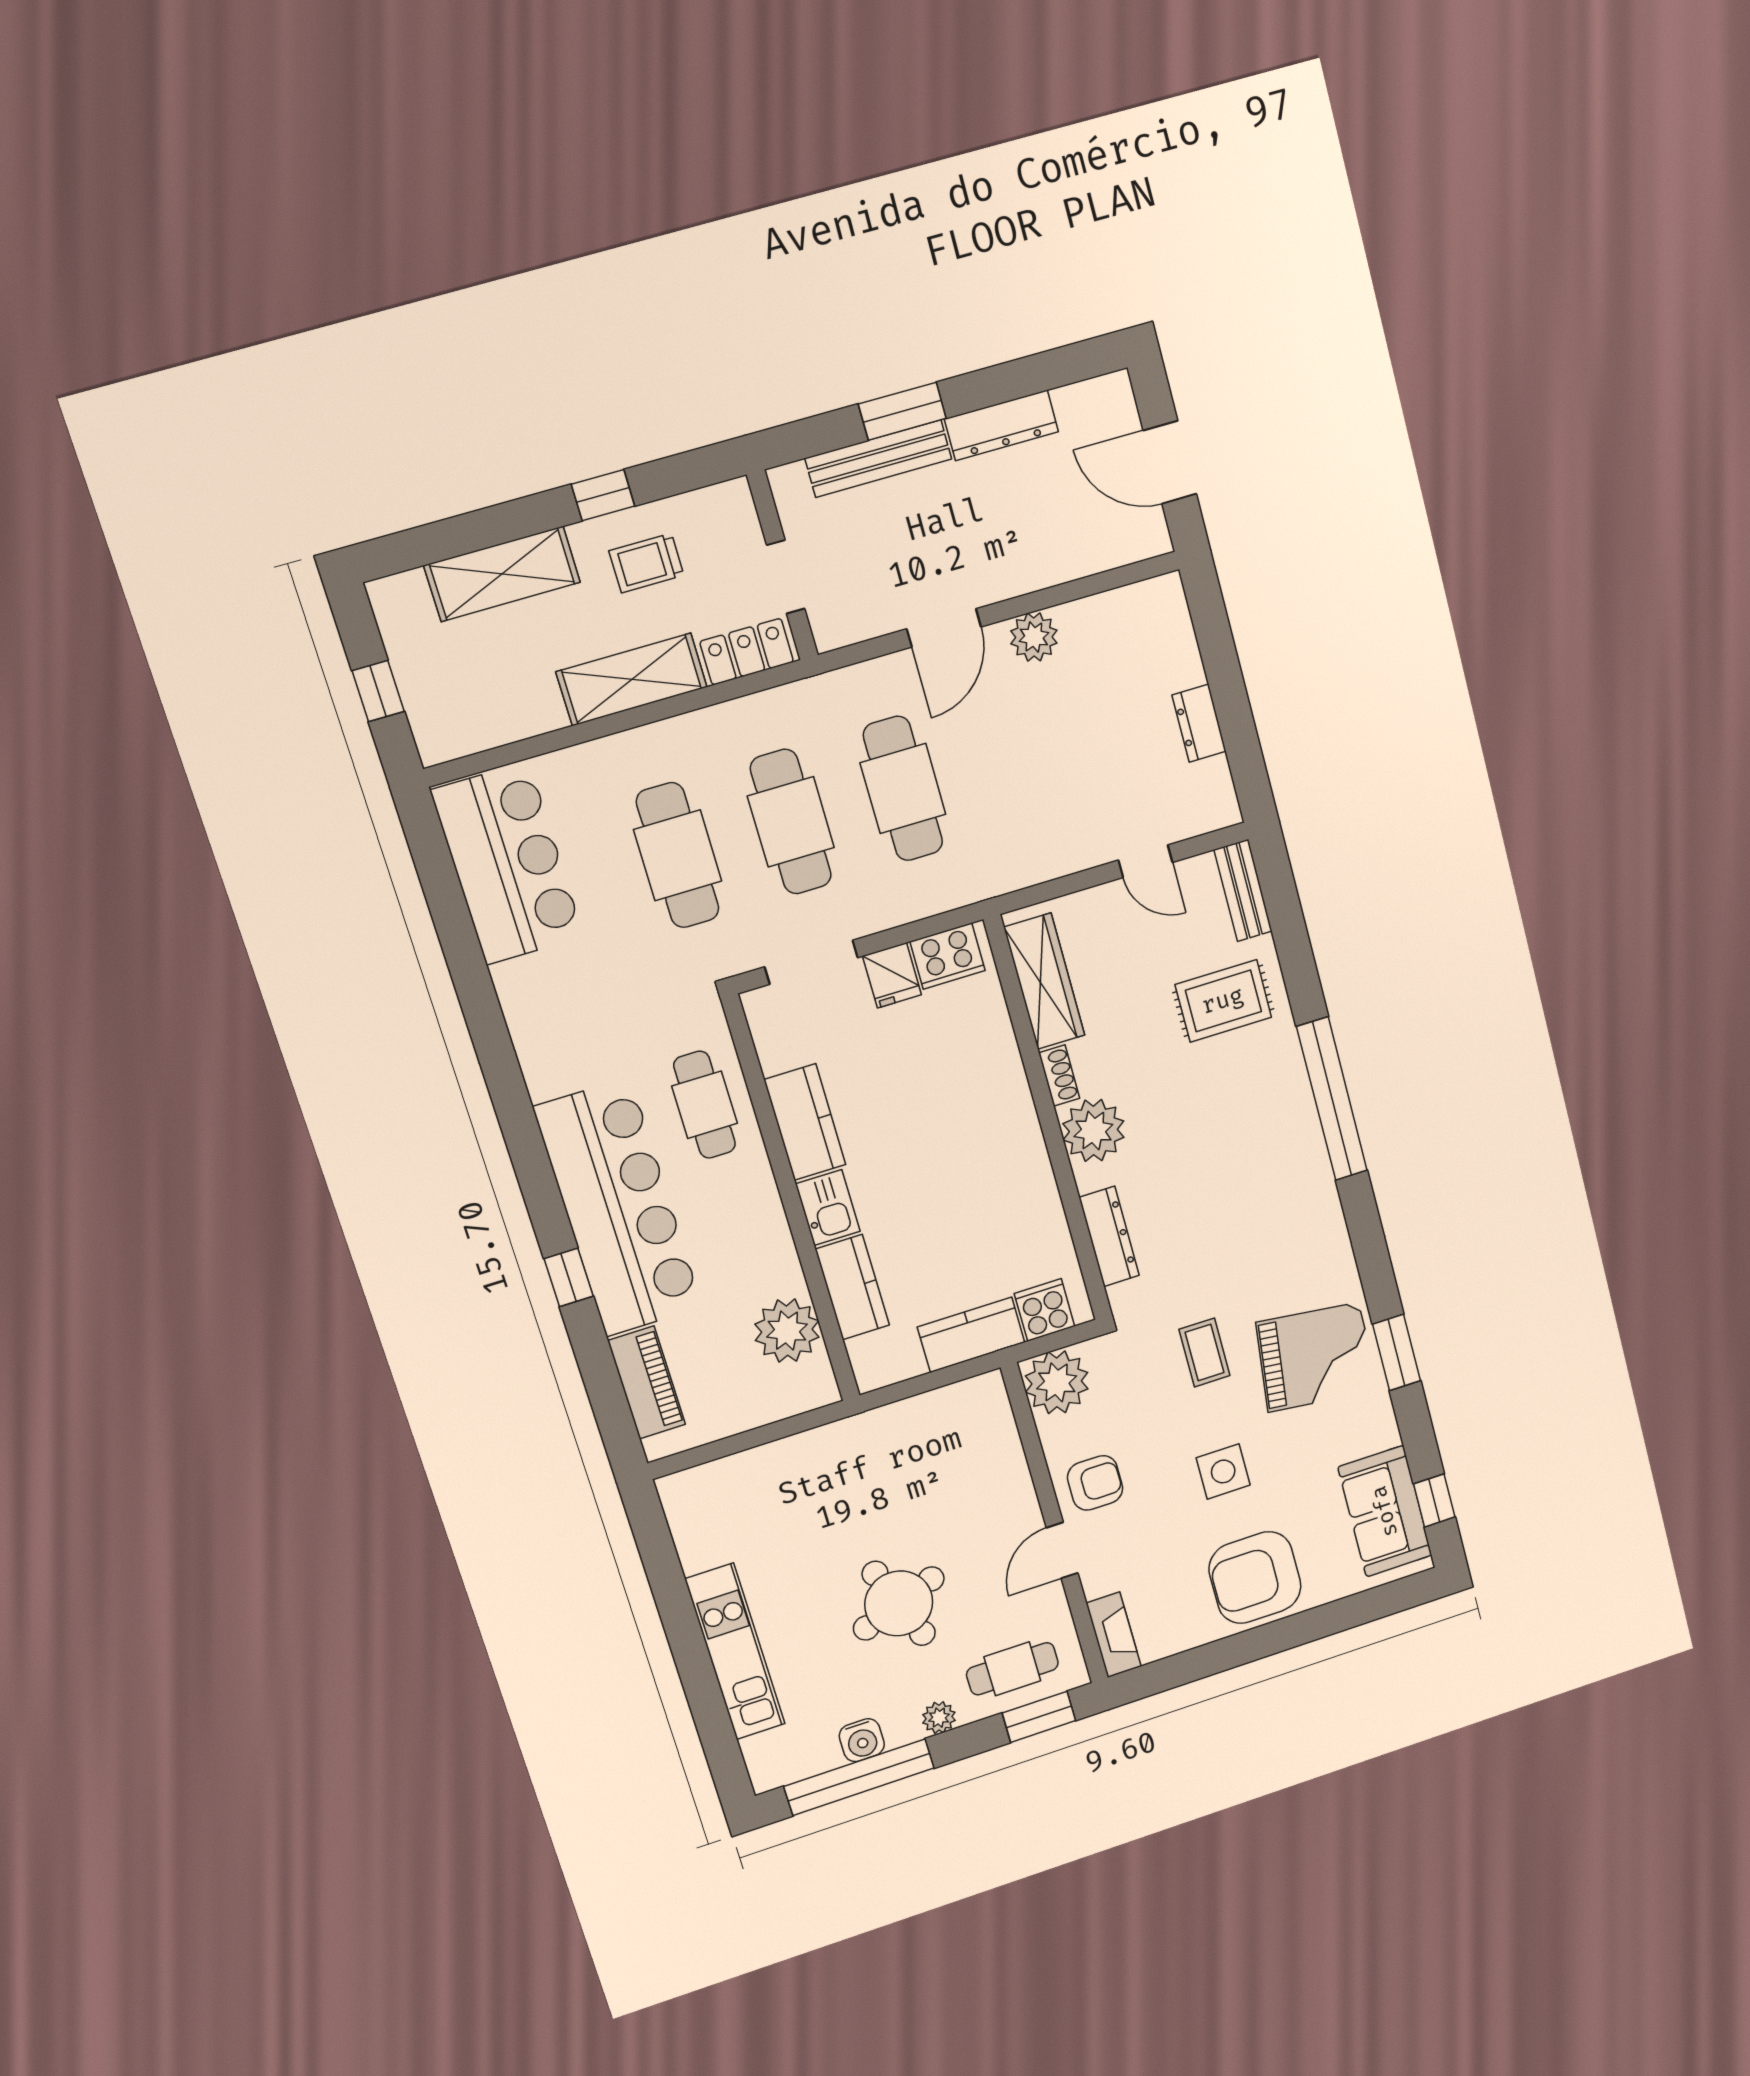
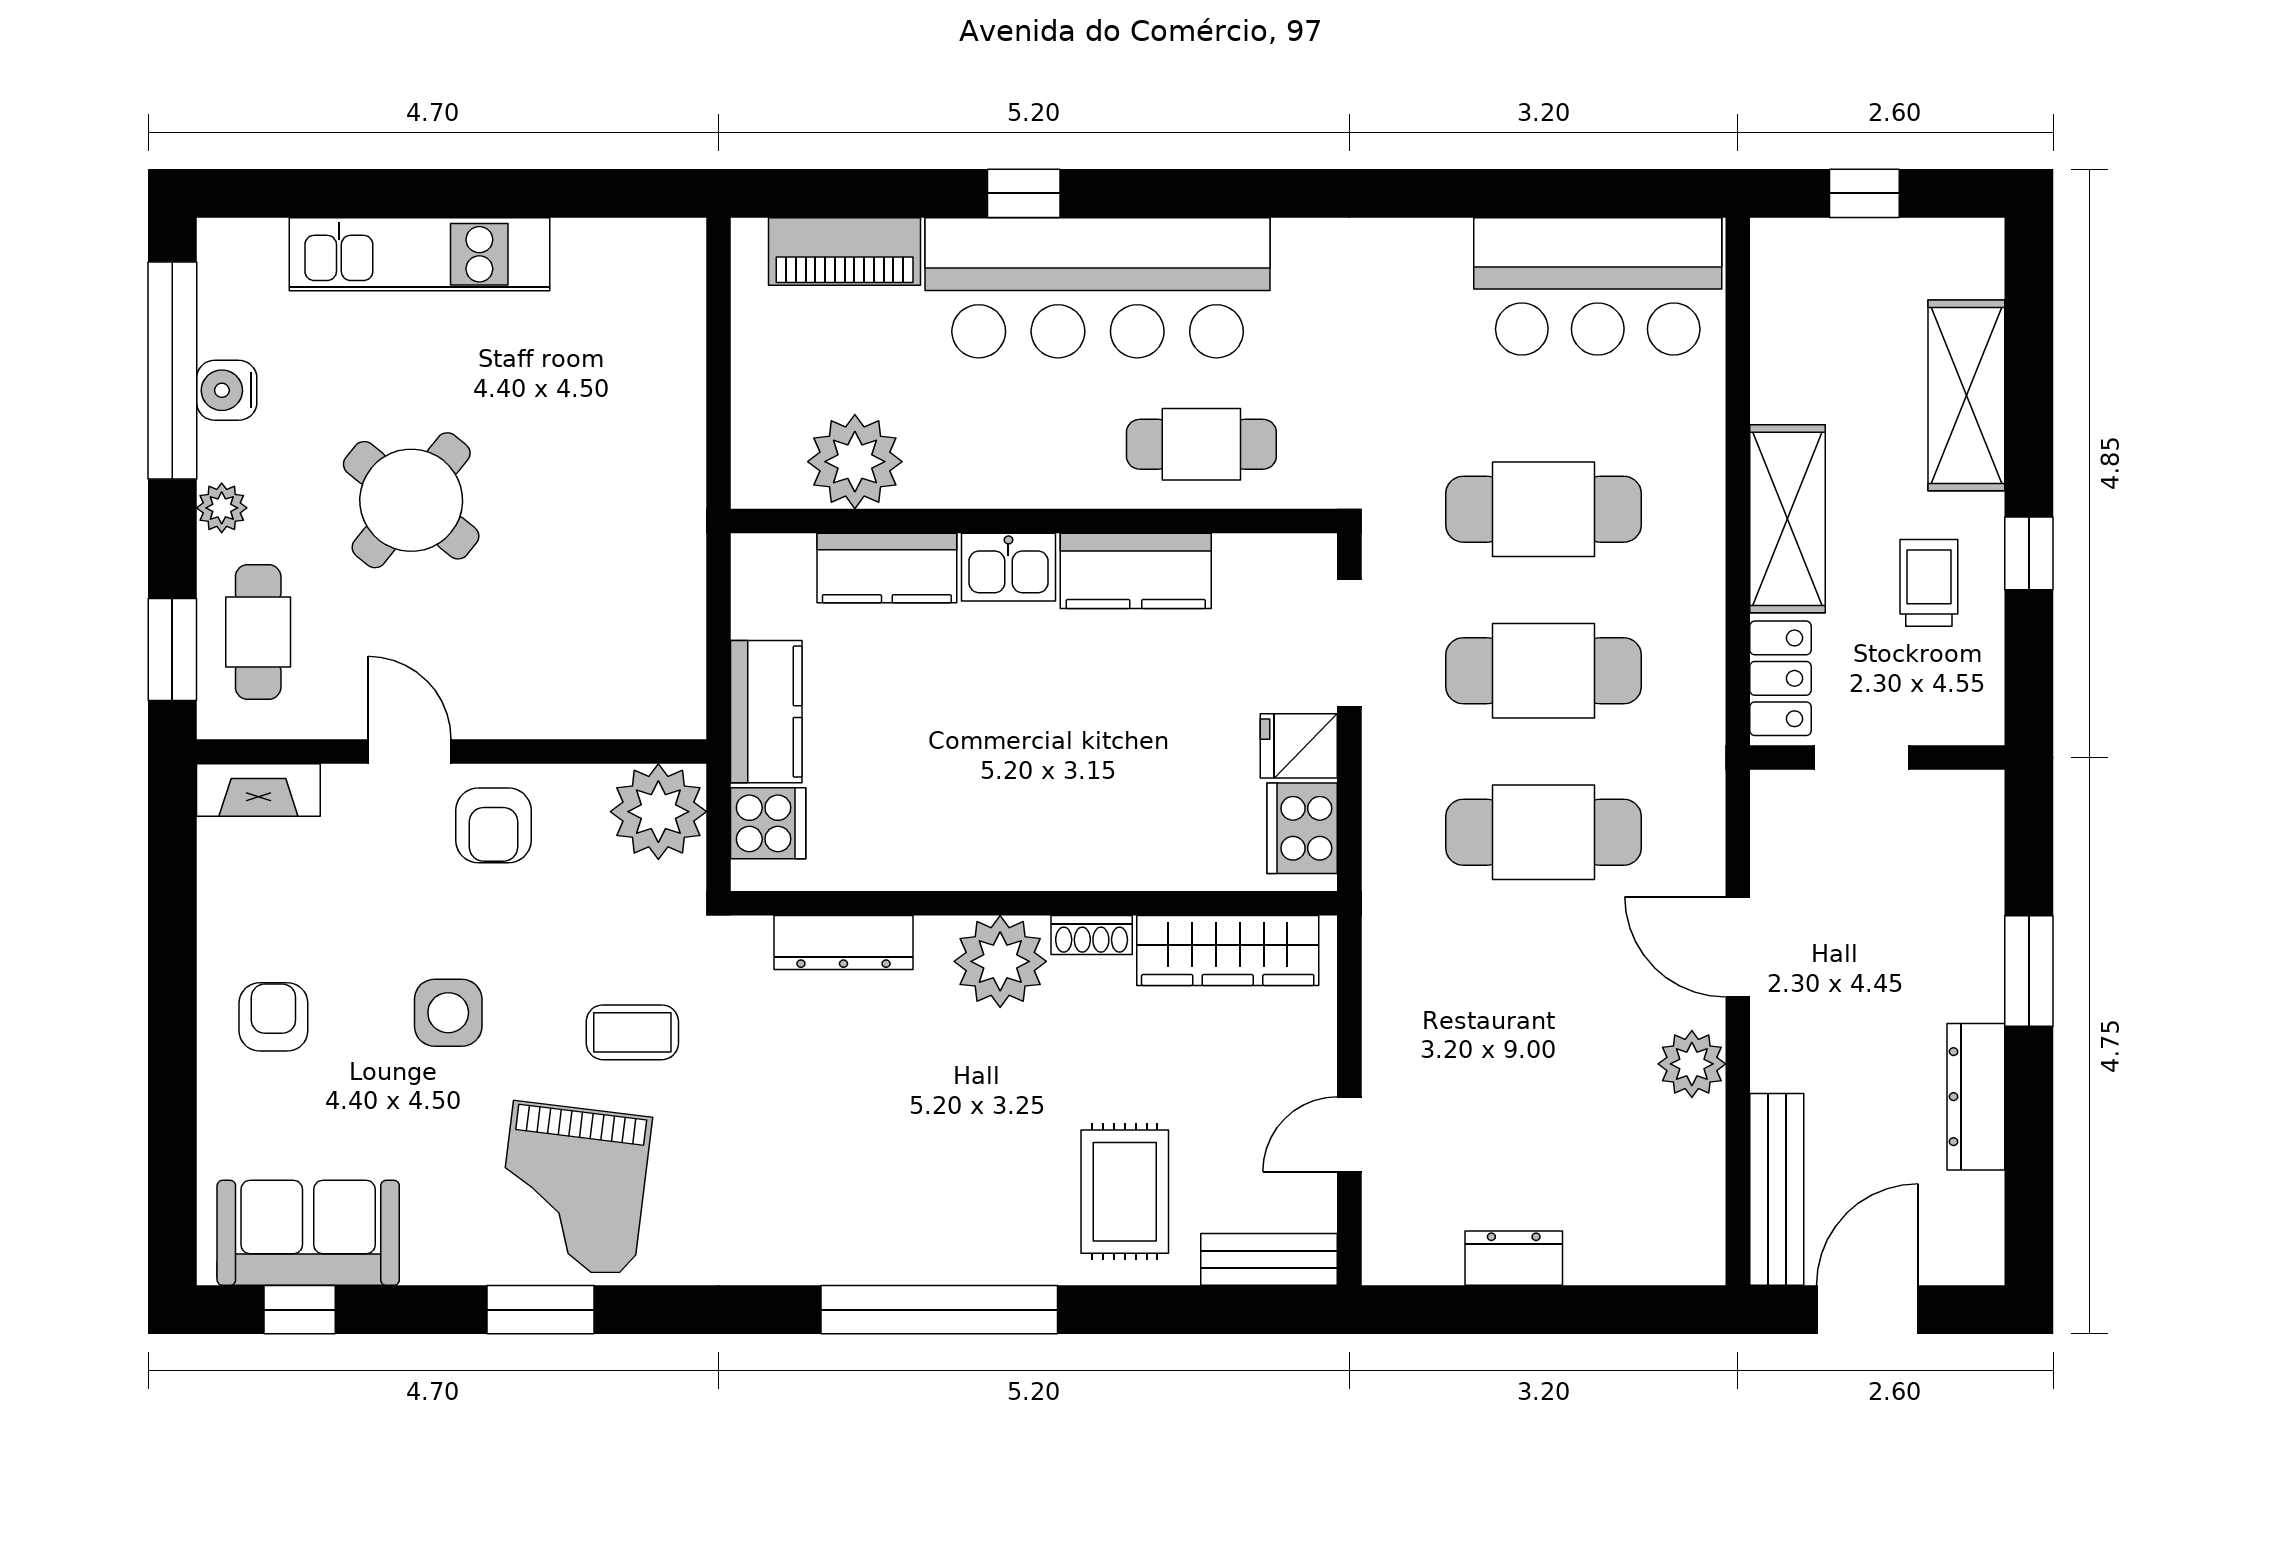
bench: (878, 459) -> (1777, 1189), moved
armchair: (1255, 1578) -> (273, 1017), width x0.53, depth x0.53
round table: (899, 1603) -> (411, 500), turned -31

